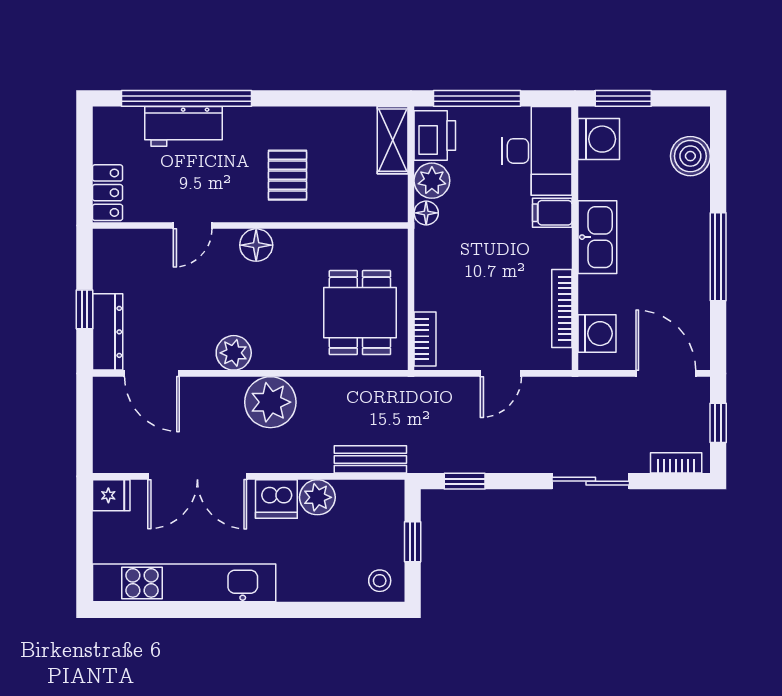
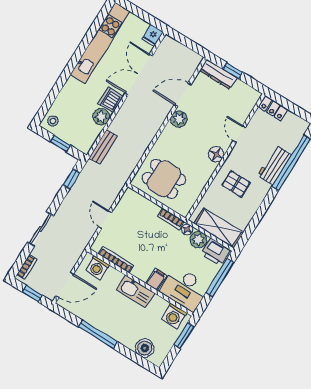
workbench: (184, 126) -> (274, 165), moved
shelving: (393, 140) -> (219, 228), width x1.50, depth x1.33
bookcase: (425, 339) -> (171, 219), moved
door: (152, 373) -> (183, 95), moved
plant: (270, 402) -> (150, 121), removed

